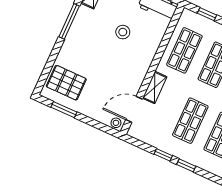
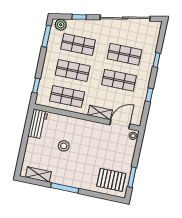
pallet: (66, 83) -> (111, 180), turned 90
door: (134, 109) -> (120, 124), swing flipped
window: (186, 165) -> (157, 60), moved

